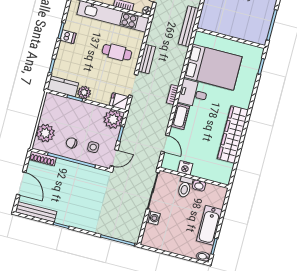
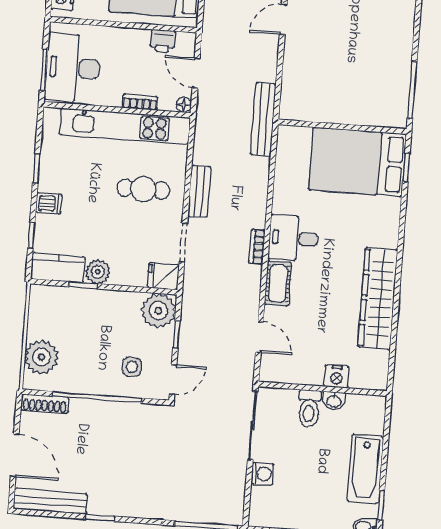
dishwasher: (68, 37) -> (49, 204), moved
bed: (213, 67) -> (358, 162), moved, turned 180
chair: (72, 143) -> (92, 366), removed
nightstand: (185, 168) -> (336, 377), moved

